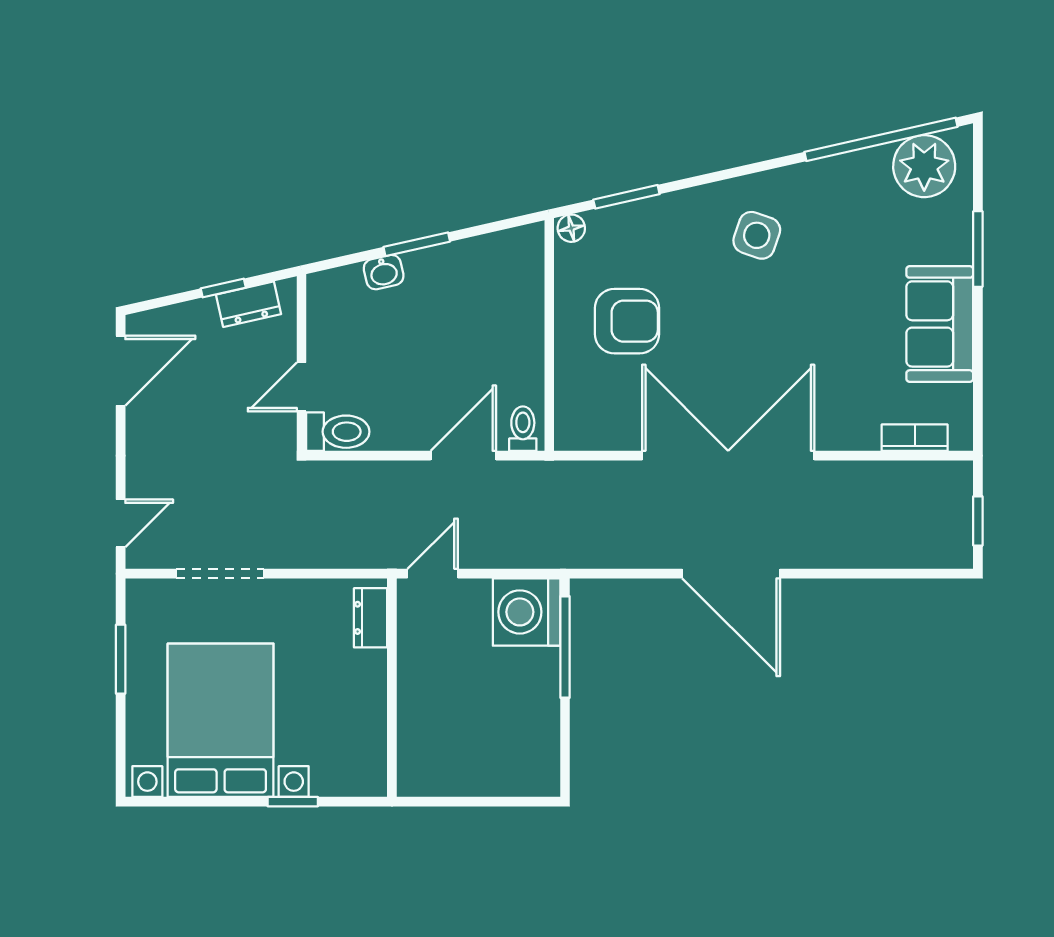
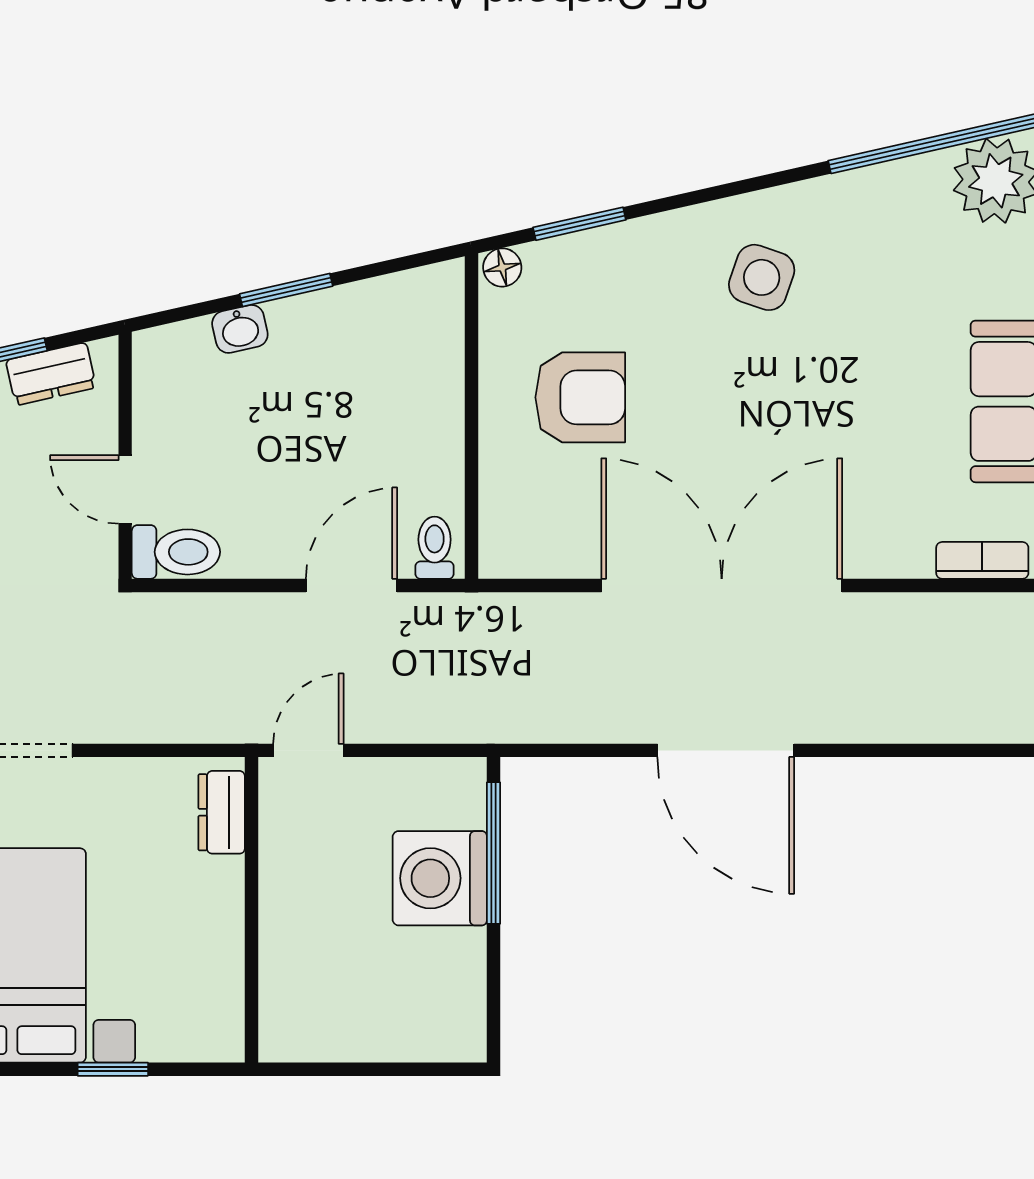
door: (302, 387) -> (125, 489), hinge flipped
washing machine: (527, 612) -> (440, 878), moved

